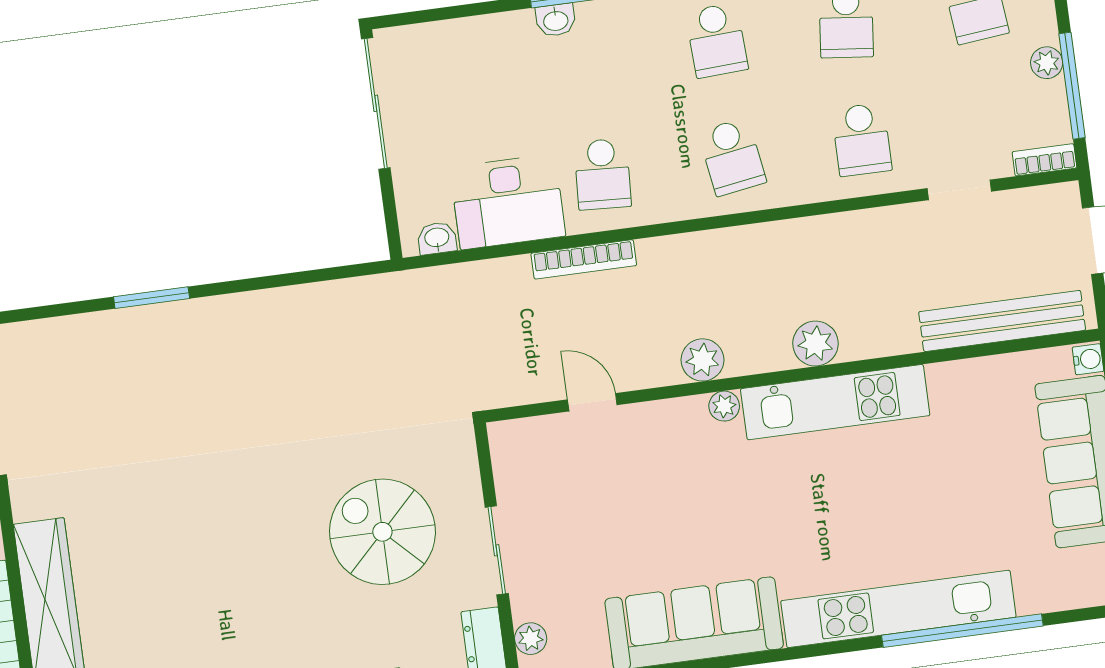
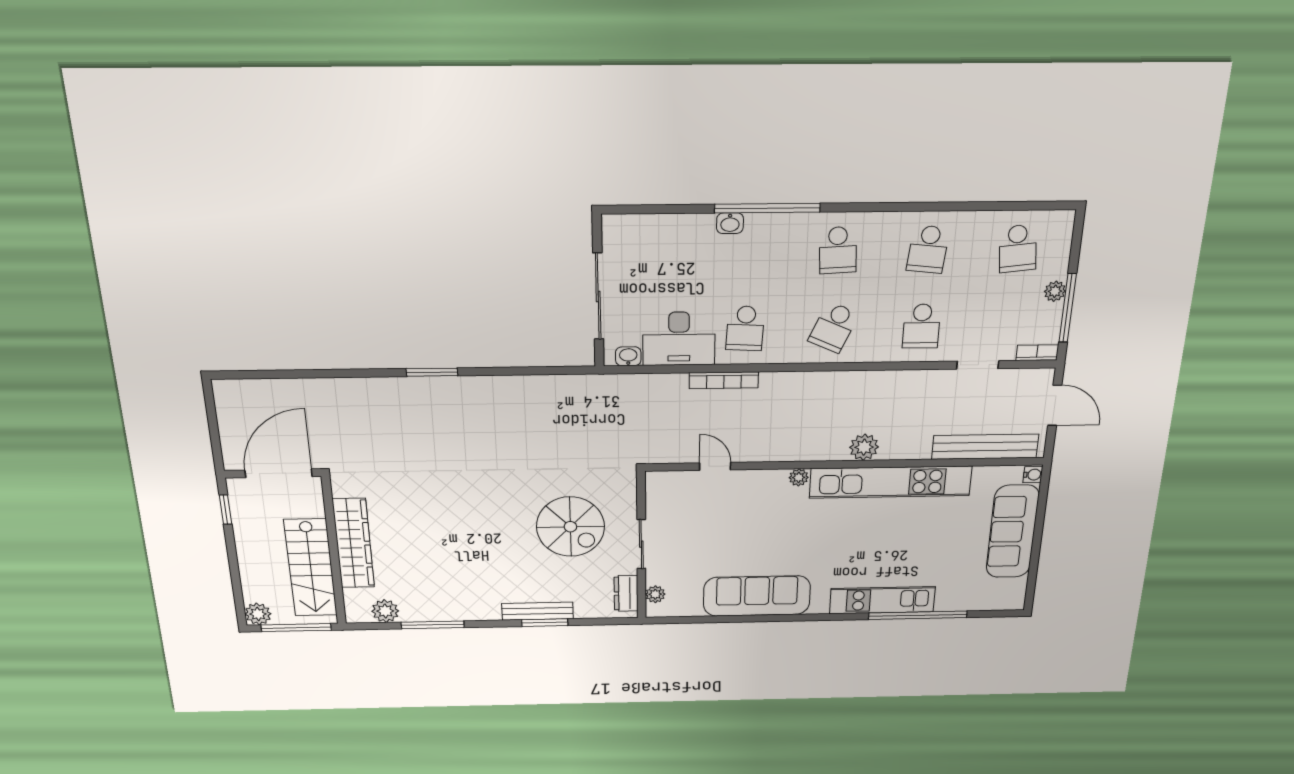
sliding door: (376, 103) -> (598, 296), moved
school desk: (732, 157) -> (834, 327), turned 33
plant: (703, 360) -> (790, 449), removed
kitchen unit: (835, 402) -> (891, 482), width x1.36
spiral stairs: (382, 532) -> (570, 527), turned 180
kitchen unit: (898, 609) -> (882, 600), width x0.73

